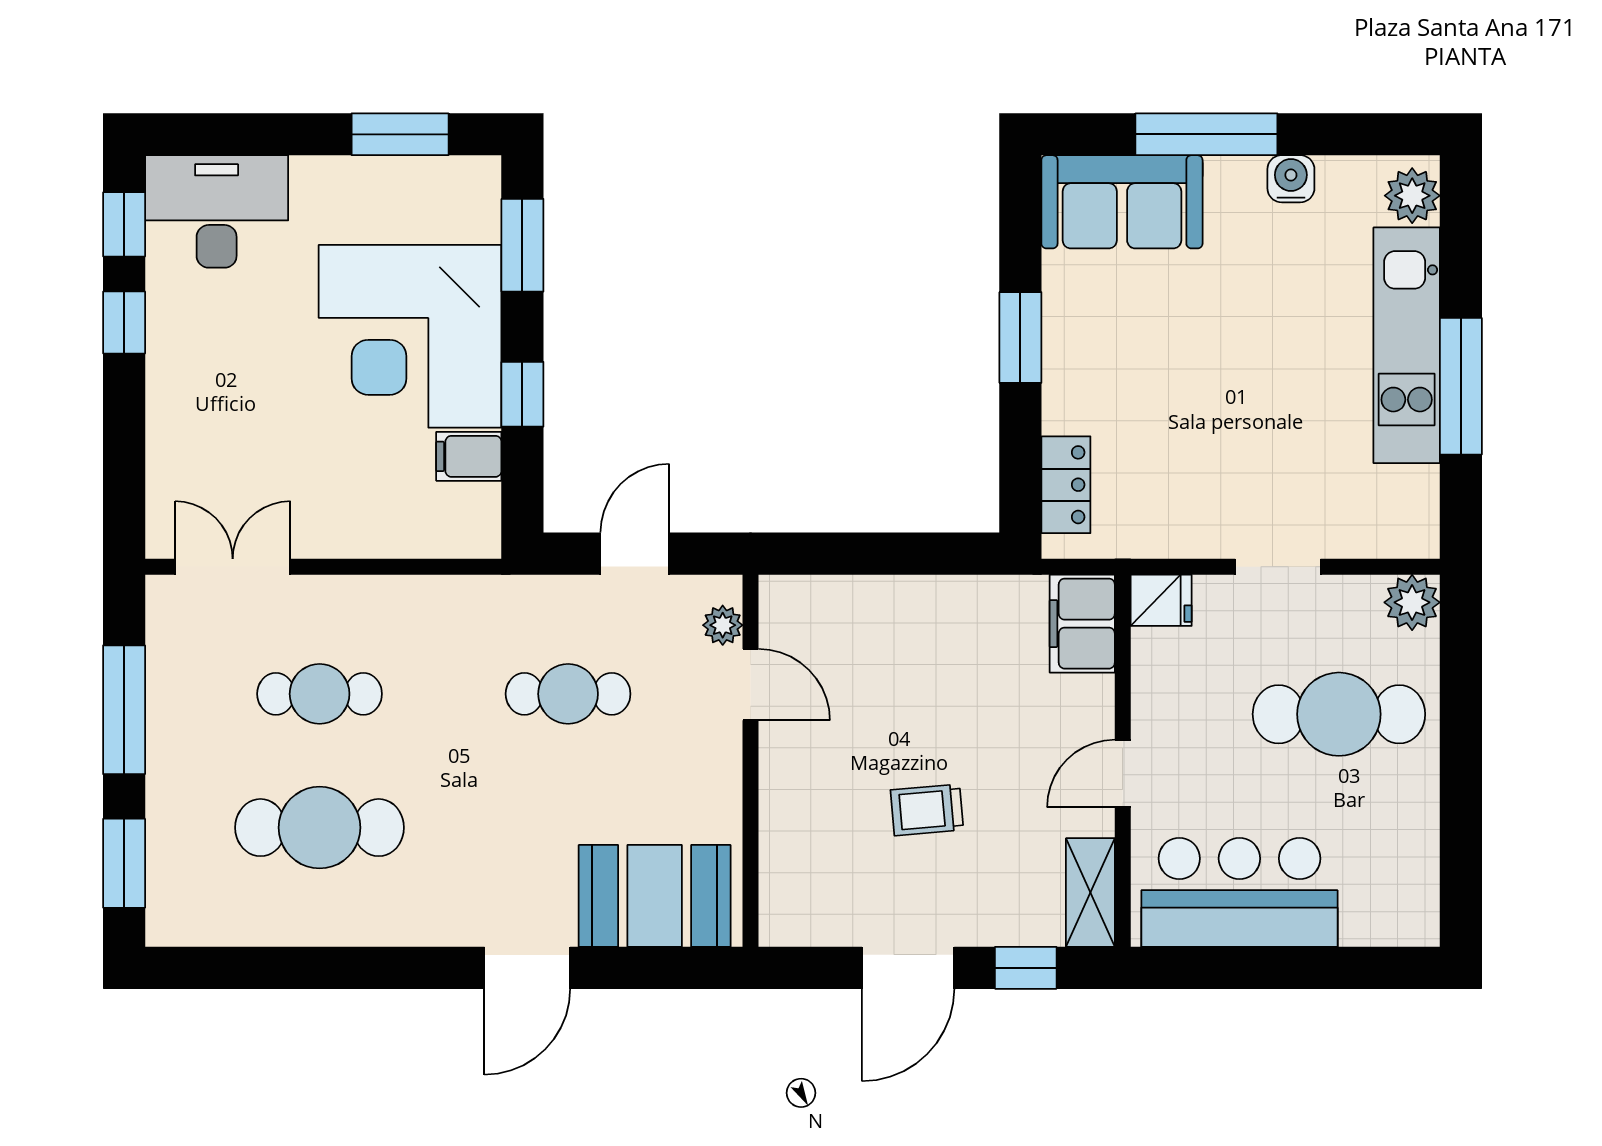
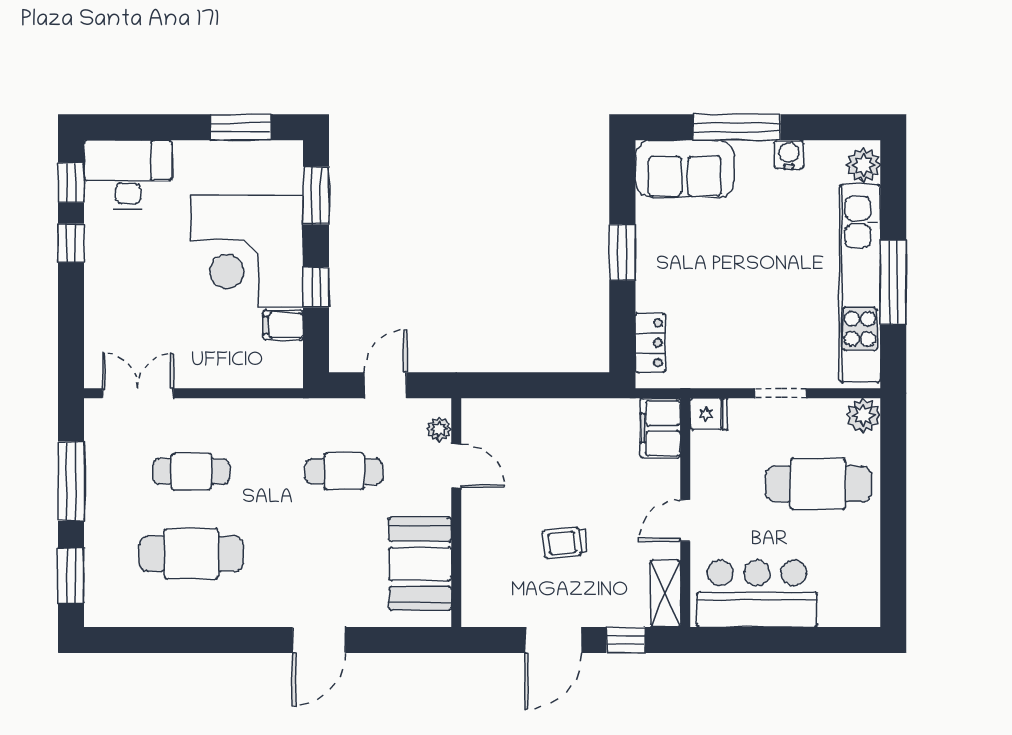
kitchen unit: (1407, 345) -> (860, 283), width x1.36
booth: (655, 896) -> (420, 564), moved, turned 90

